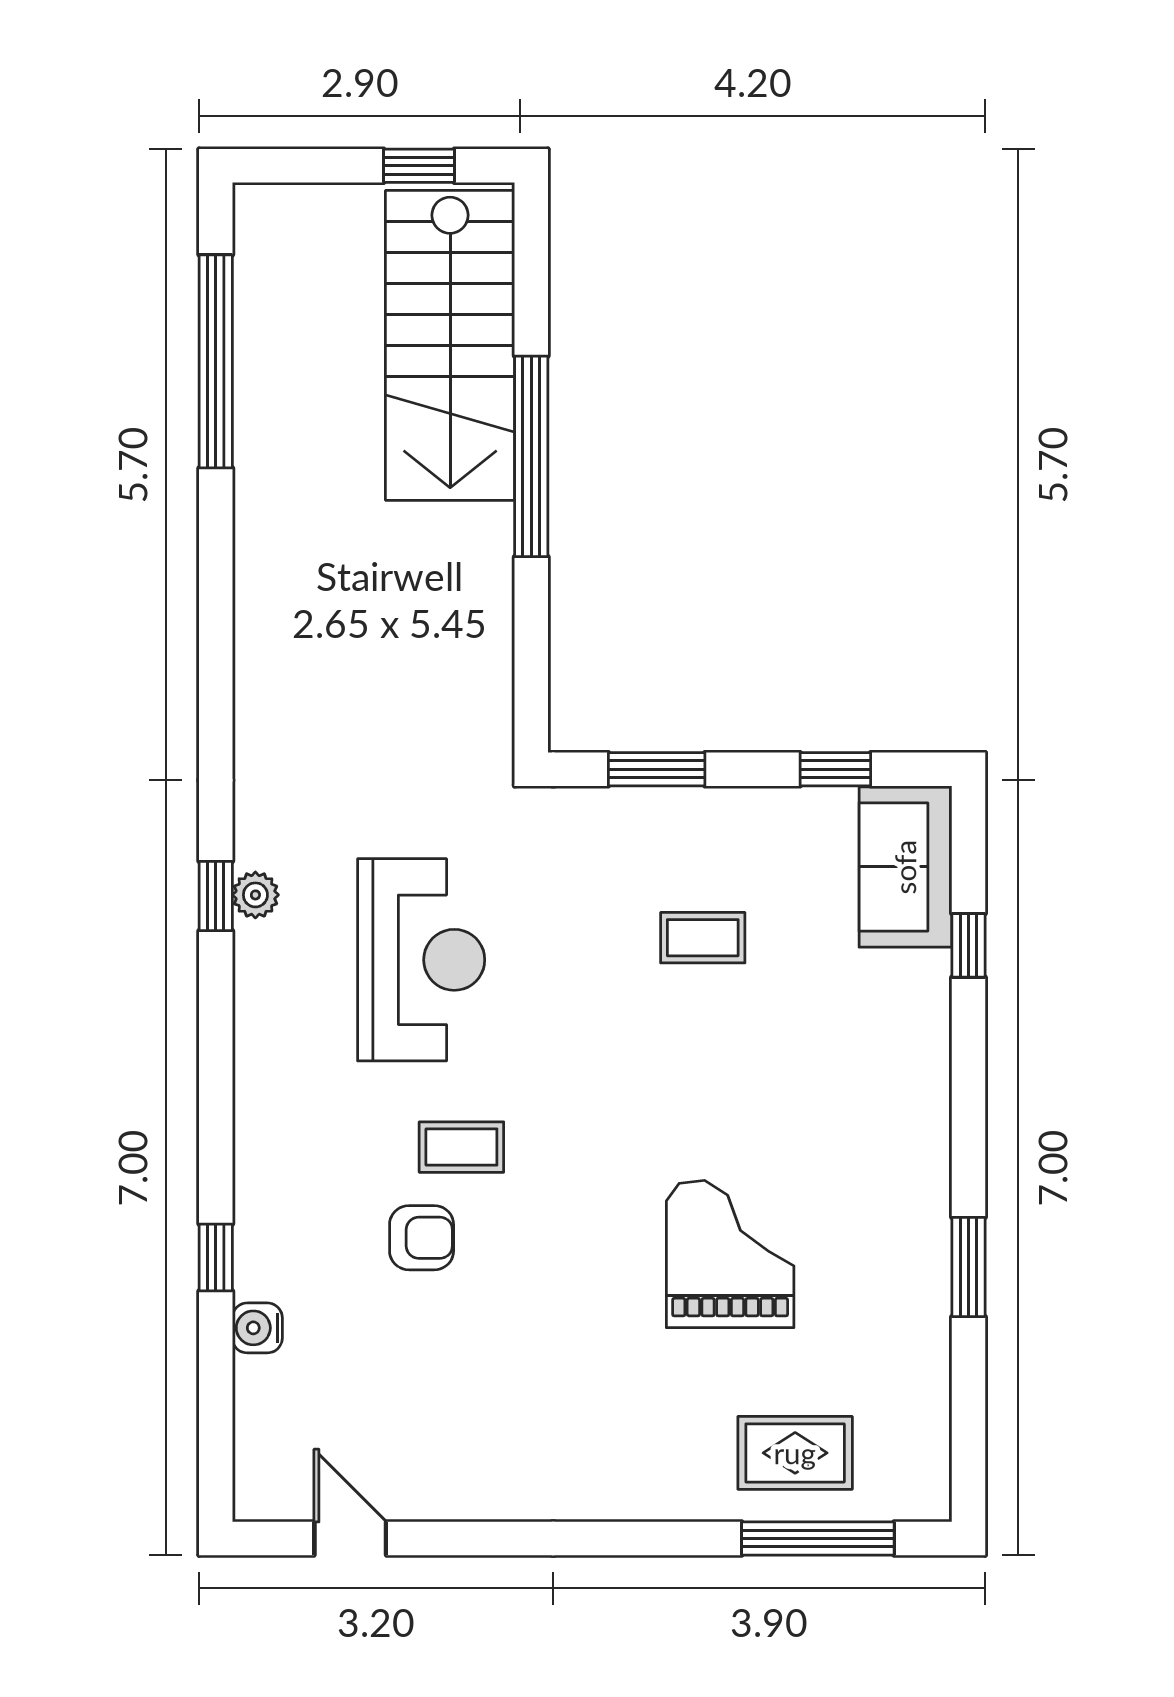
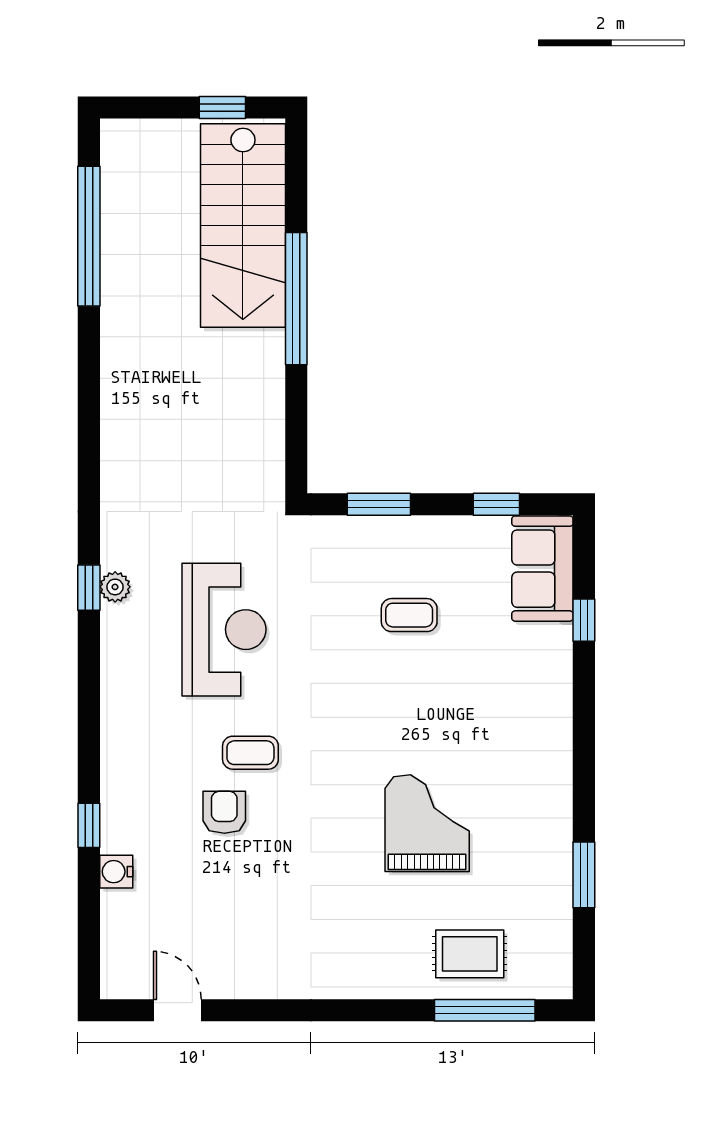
armchair: (422, 1238) -> (224, 812), turned -90
window: (968, 1267) -> (584, 875), moved

